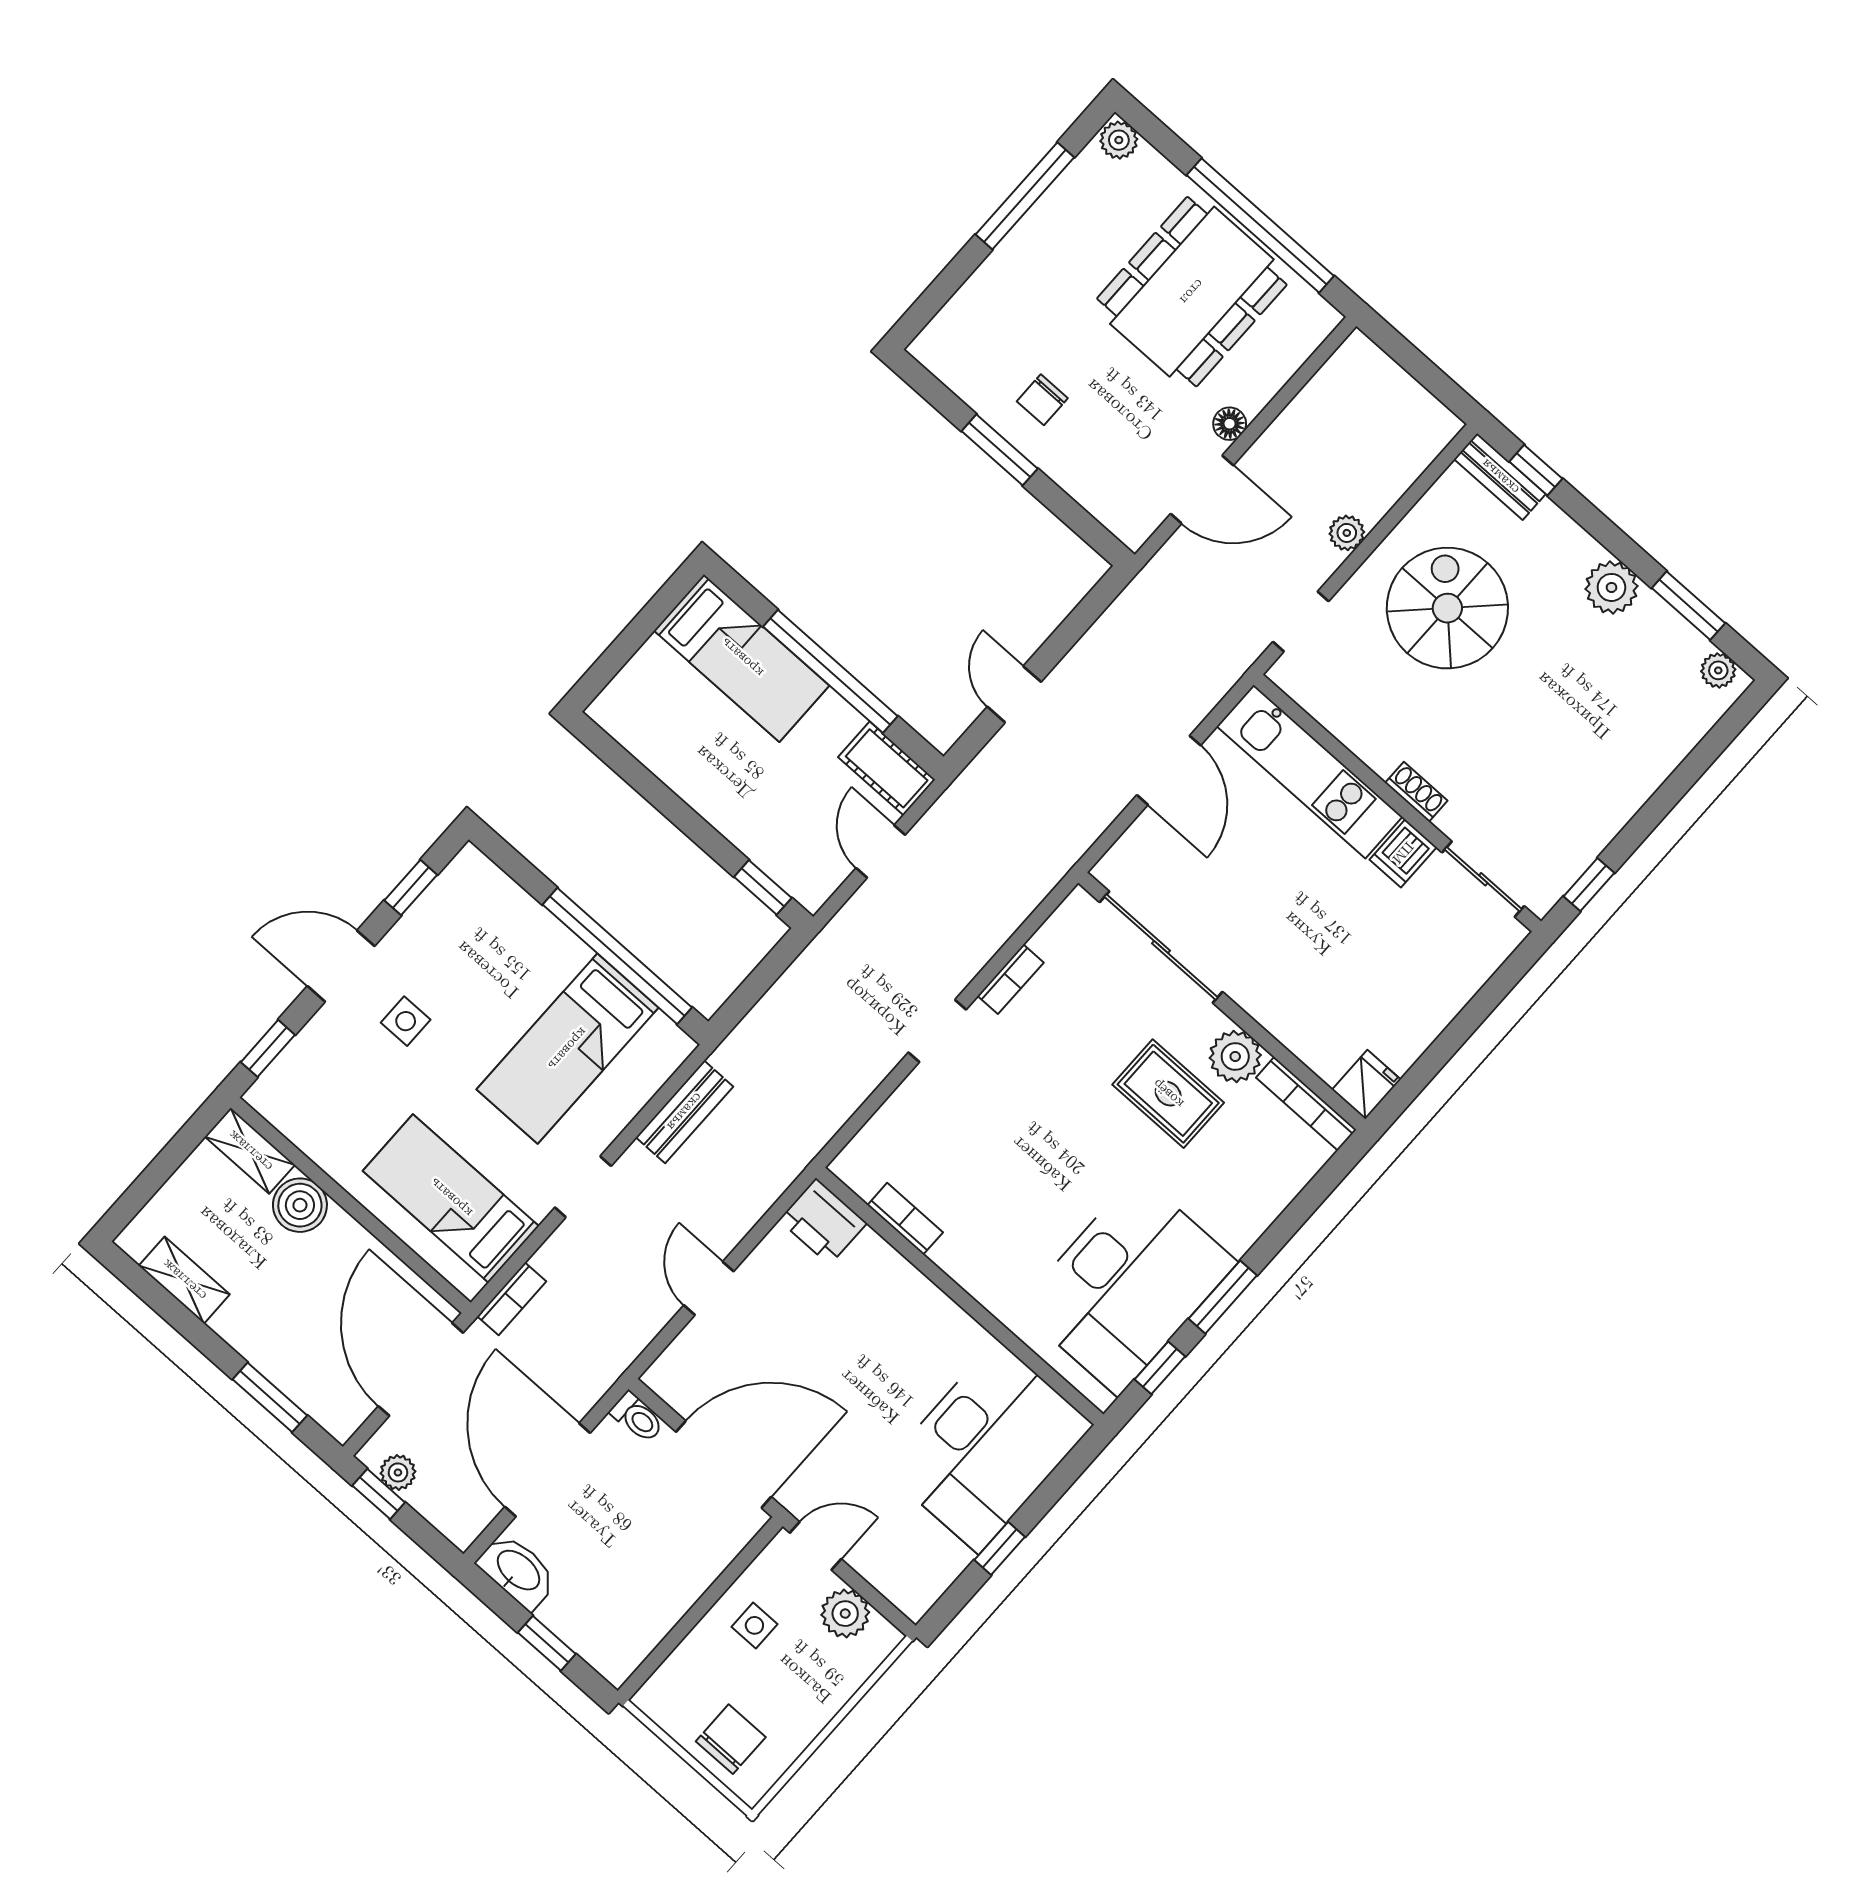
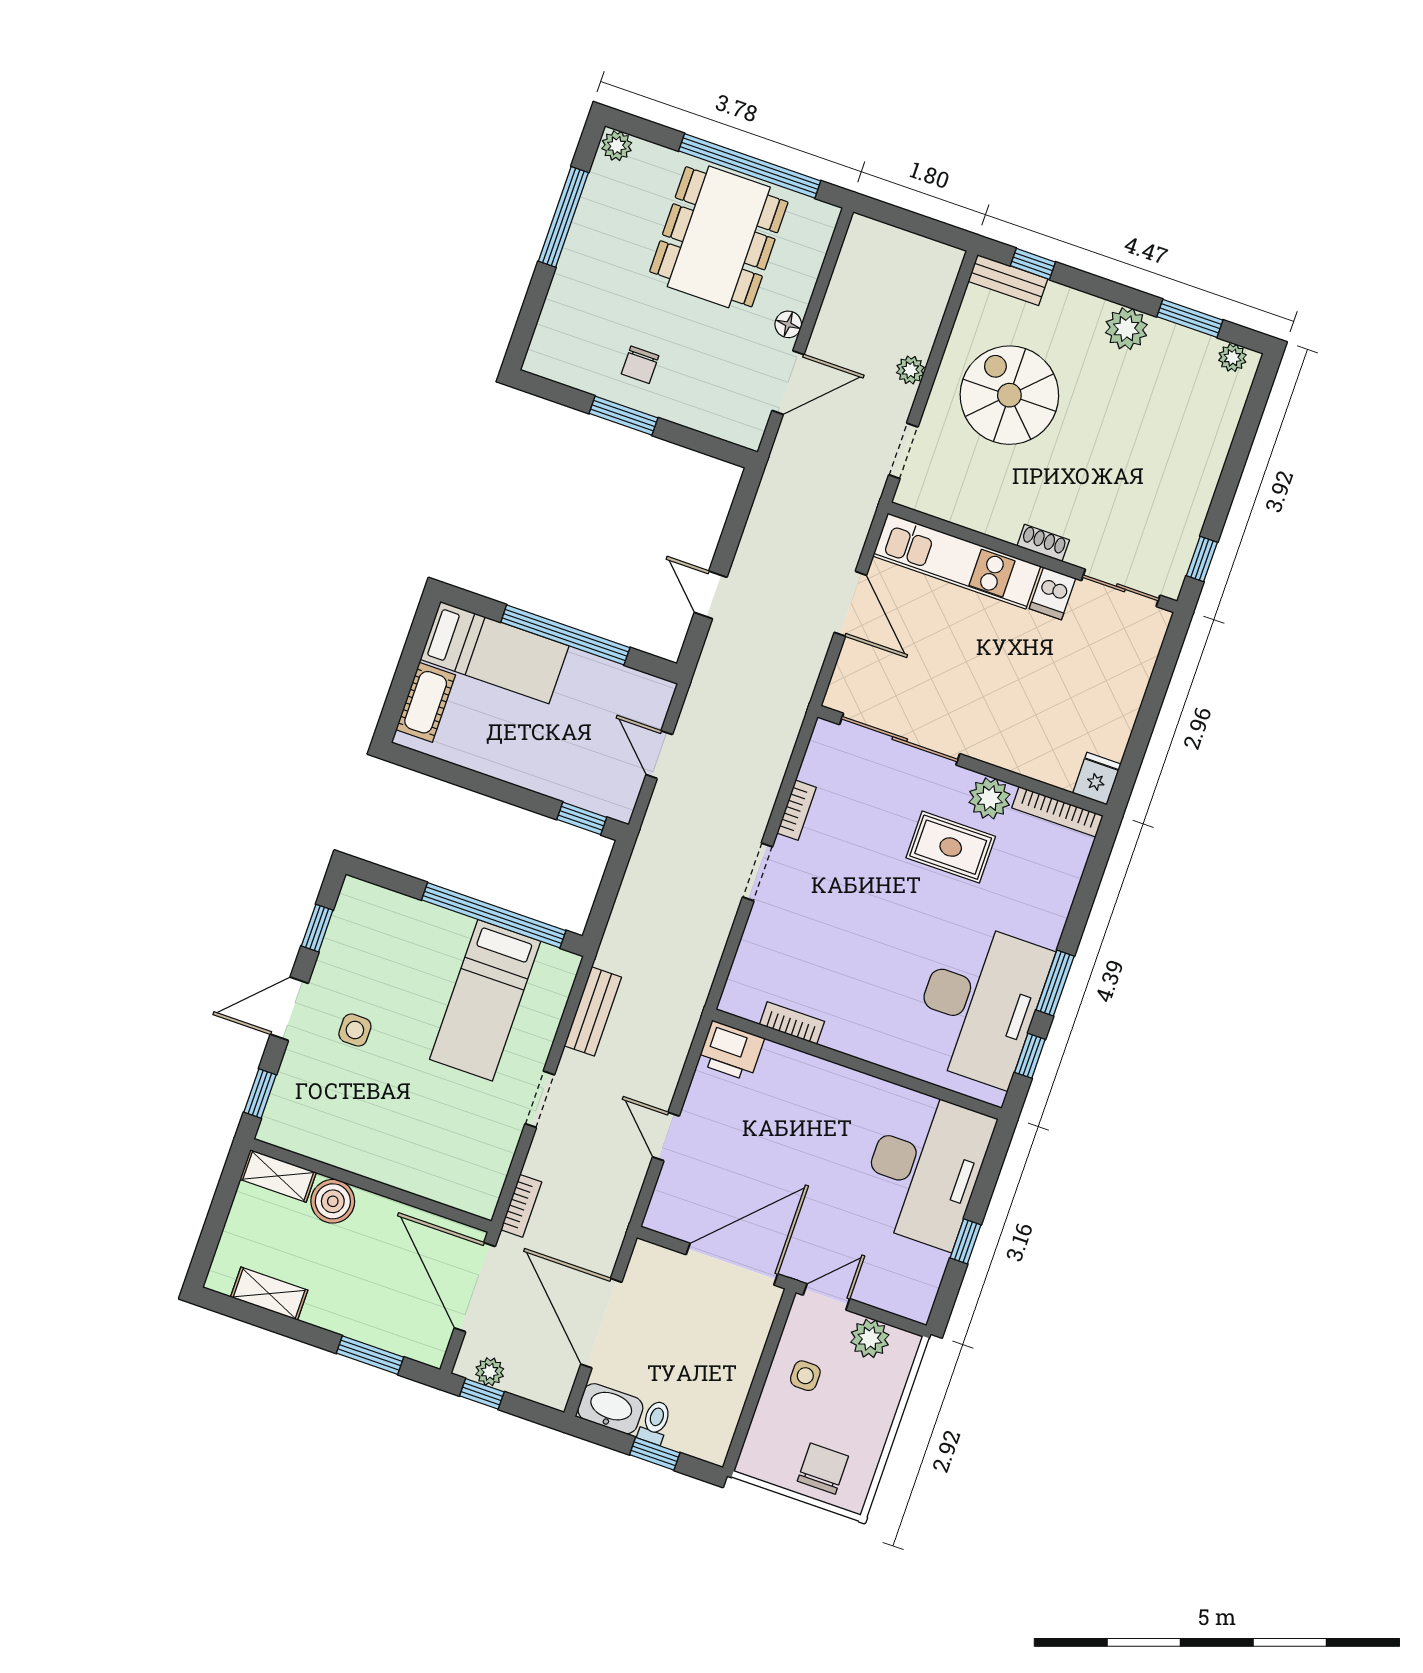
cot: (887, 768) -> (426, 702), moved, turned 90
bed: (451, 1198) -> (444, 1149), removed
toilet: (637, 1417) -> (655, 1422), moved, turned -90

